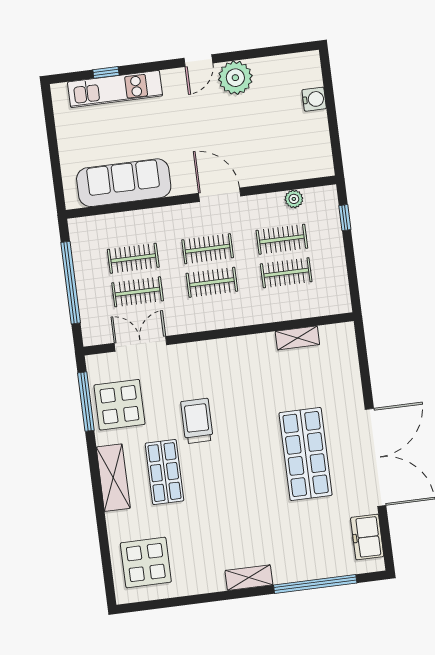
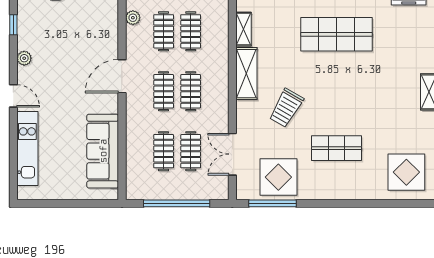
door: (198, 61) -> (13, 96), moved
window: (106, 72) -> (13, 25), moved
plant: (235, 78) -> (24, 58), width x0.53, depth x0.53
trolley: (197, 421) -> (286, 108), moved, turned -60
shelving: (113, 478) -> (246, 74), moved, turned 90

